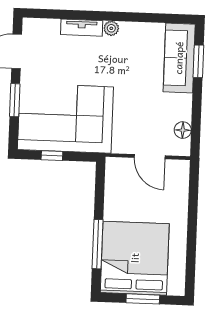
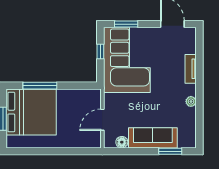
plant: (111, 28) -> (191, 101), moved
sofa: (179, 58) -> (153, 138), moved
window: (15, 100) -> (126, 24), moved

